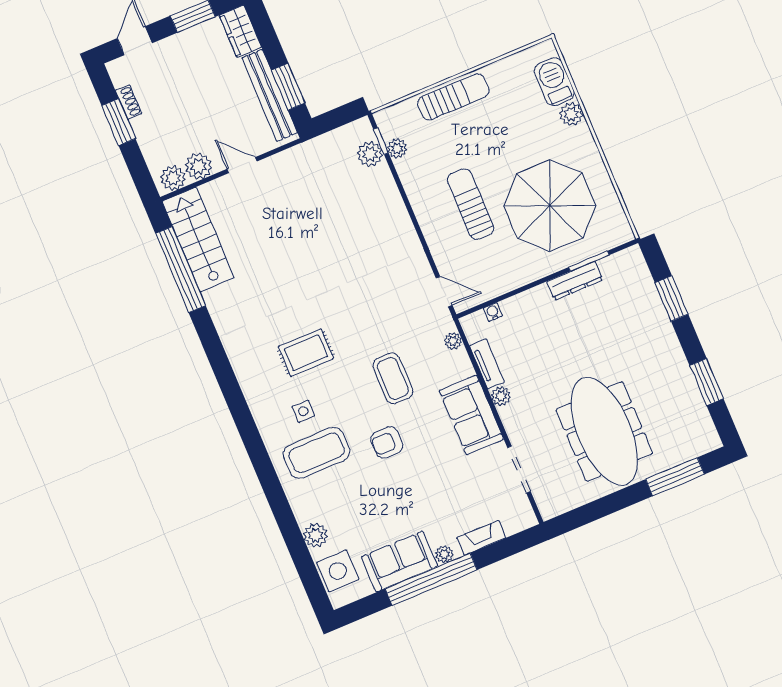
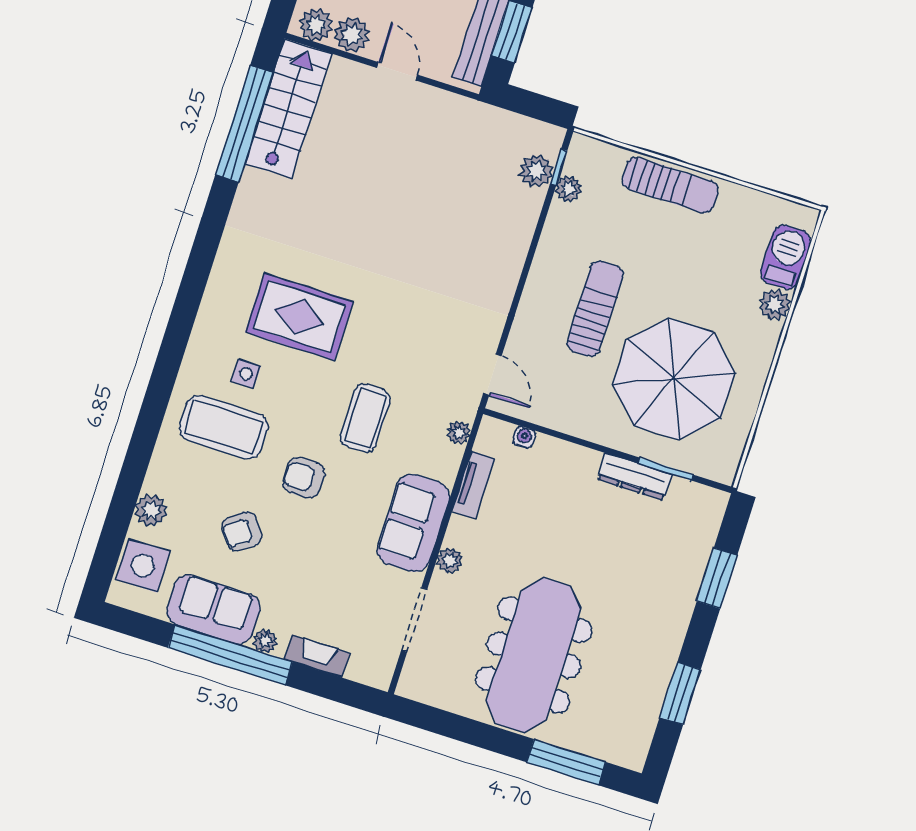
rug: (306, 353) -> (299, 317), width x1.36, depth x1.43
plant: (501, 396) -> (450, 561), moved
armchair: (378, 503) -> (242, 531), added

